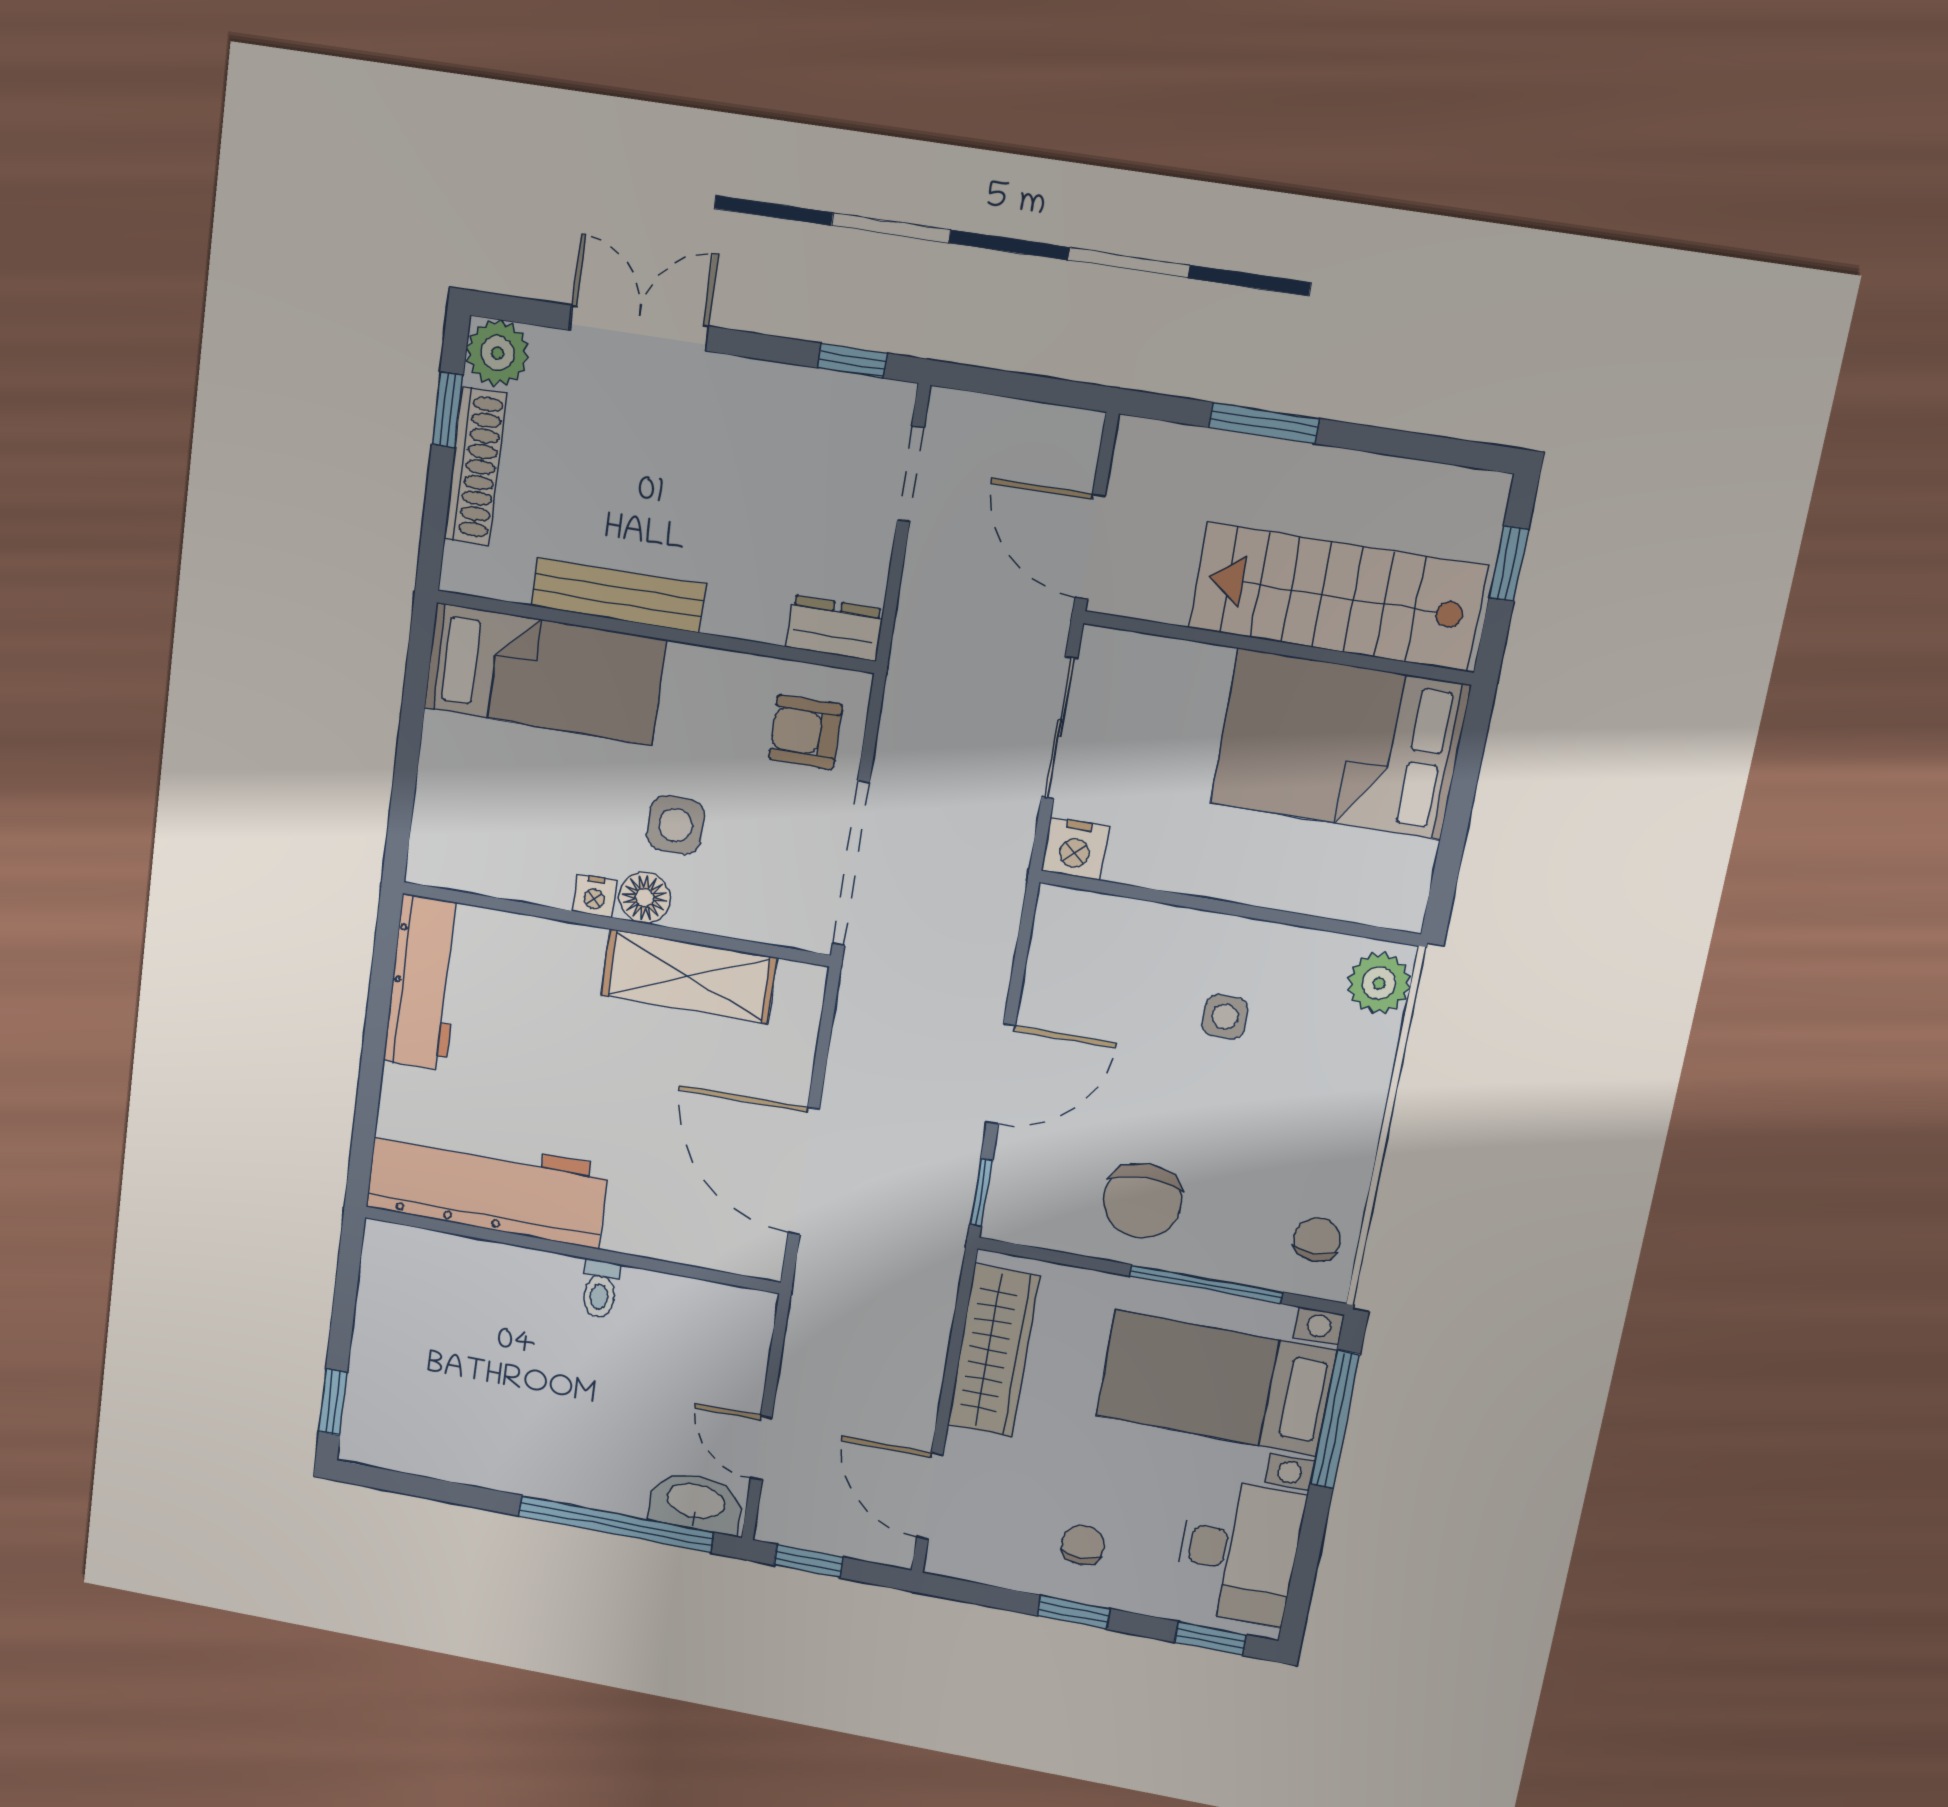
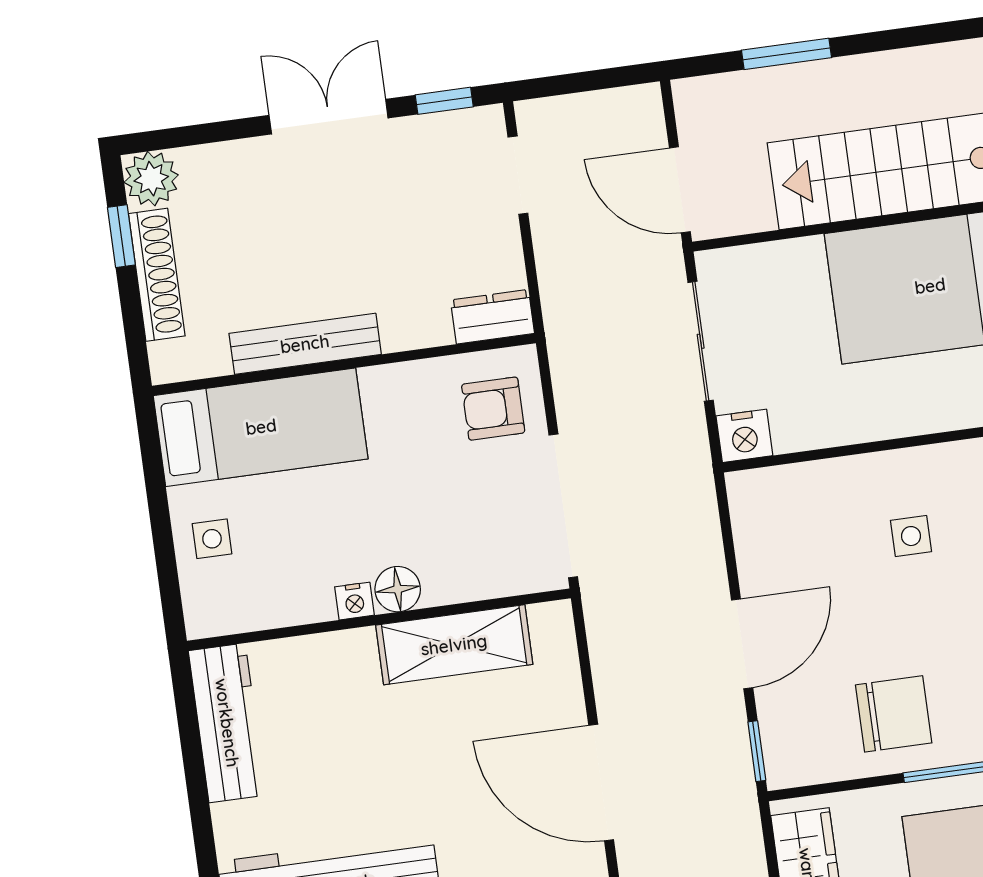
double door: (639, 328) -> (329, 117), moved
side table: (676, 825) -> (212, 539), moved, width x0.73, depth x0.73
chair: (1142, 1201) -> (894, 714), turned -90

